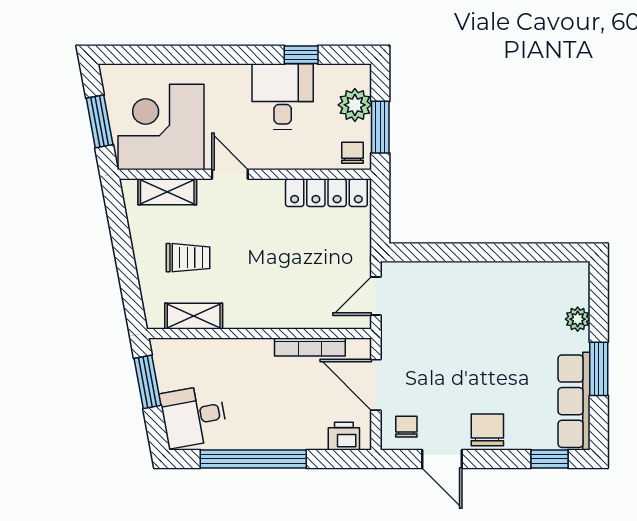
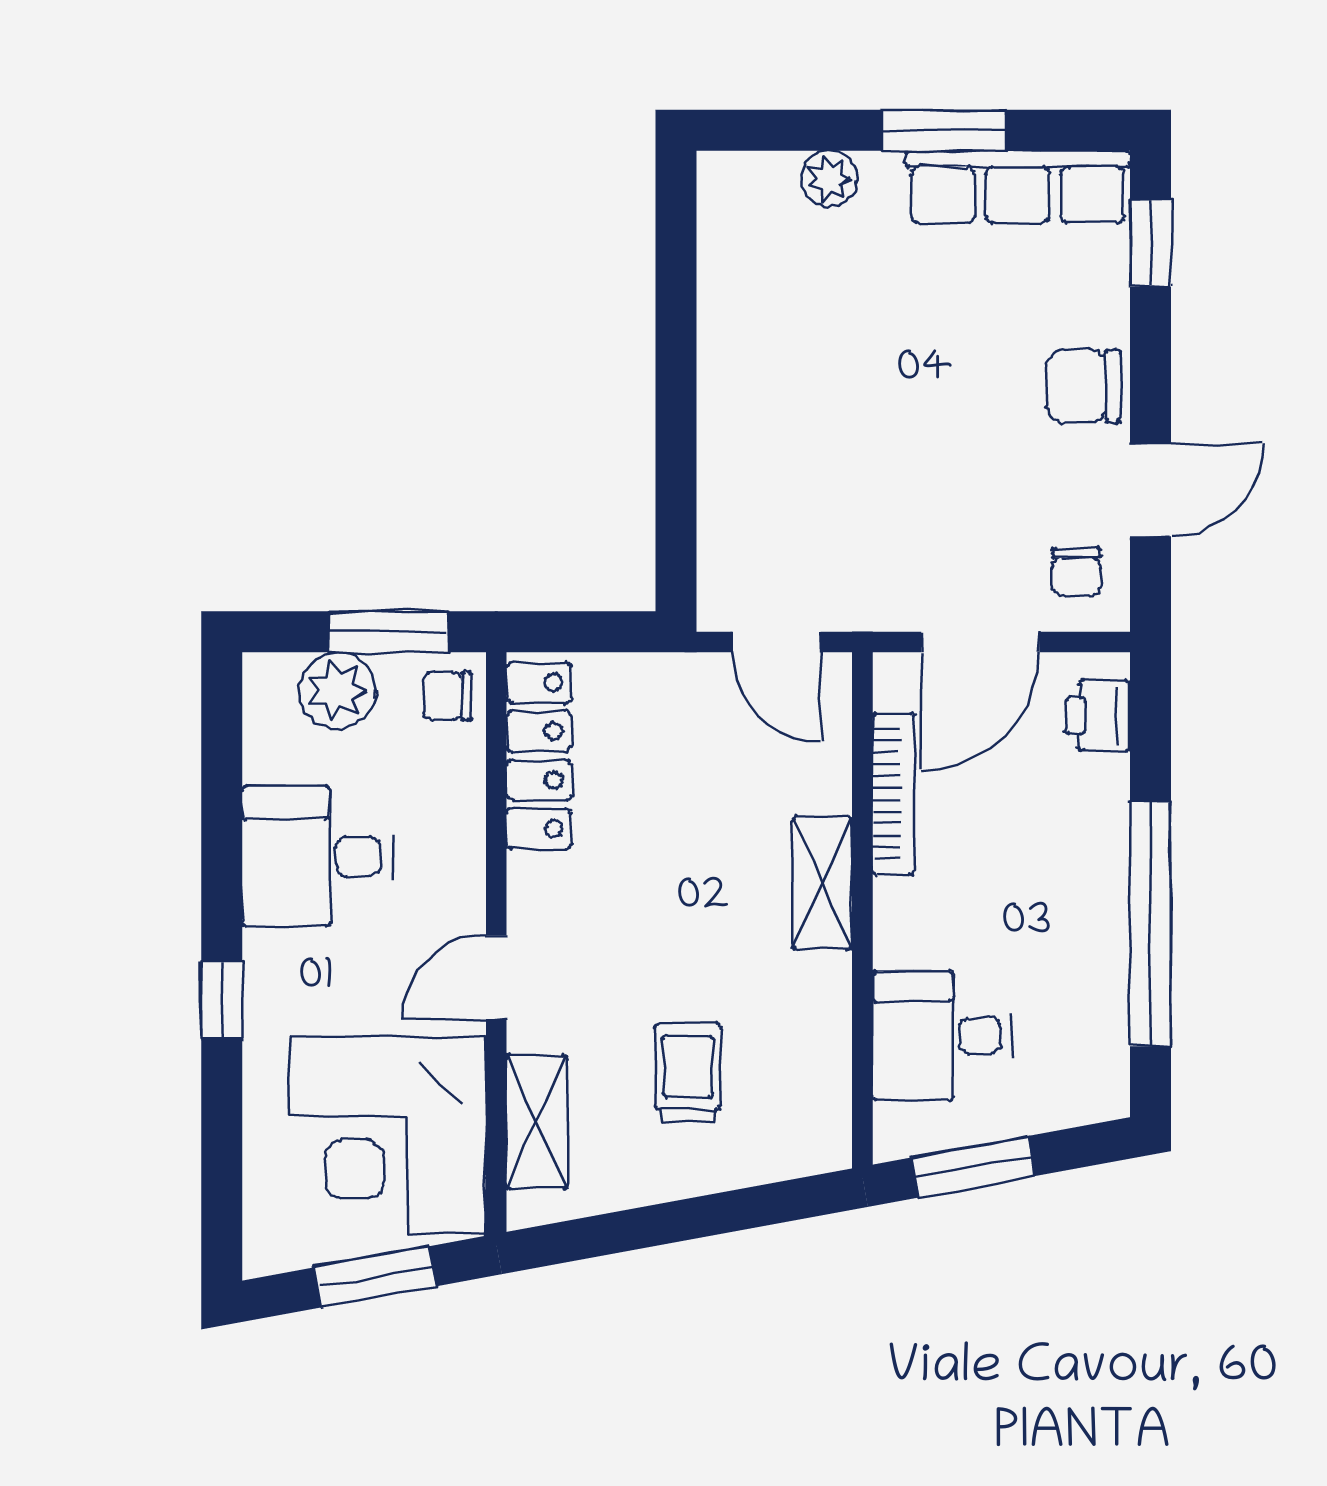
window: (301, 55) -> (222, 1000), moved
shelving: (194, 316) -> (822, 883), moved
desk: (194, 416) -> (942, 1036), moved, turned 100
chair: (406, 427) -> (1076, 572), turned -90

